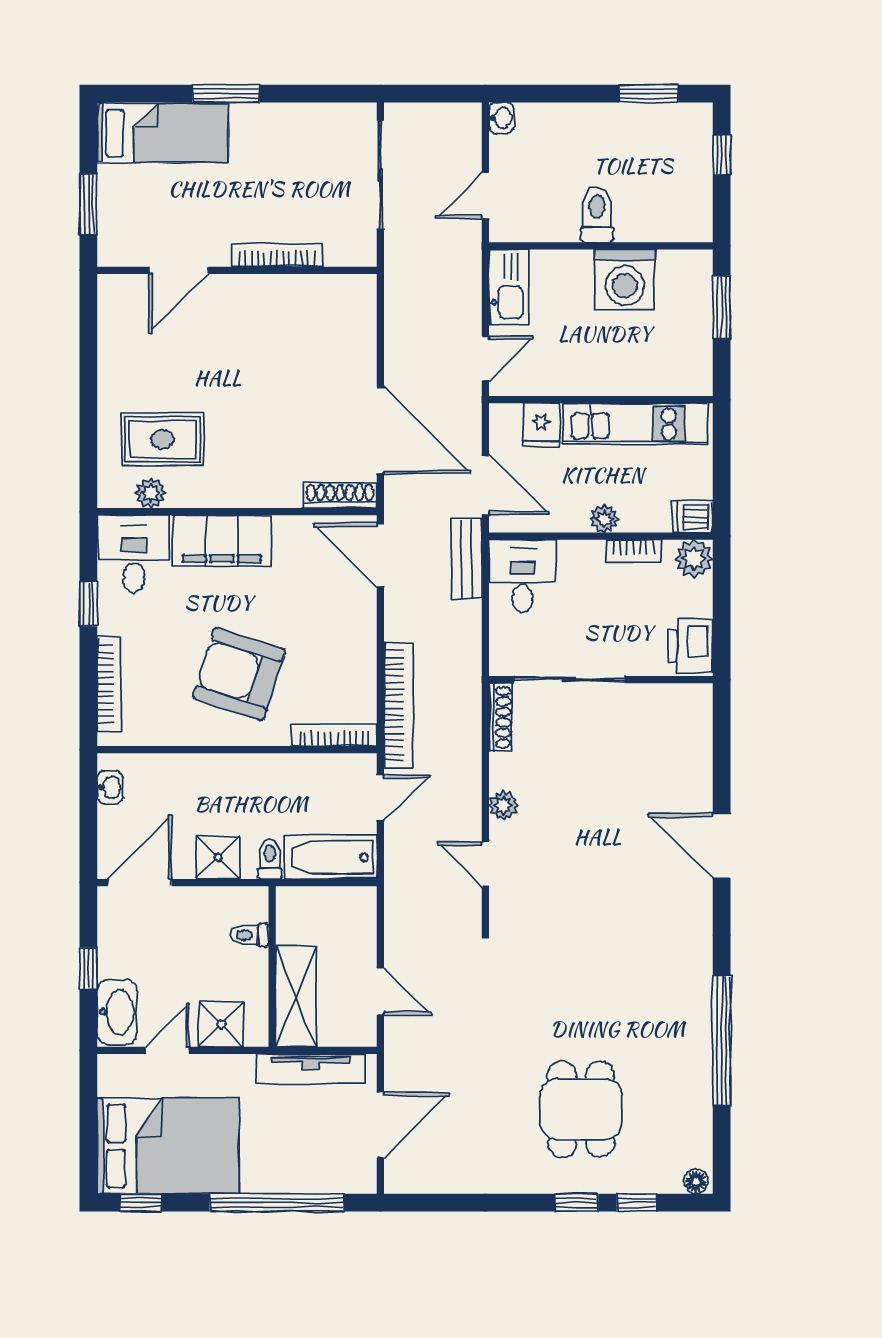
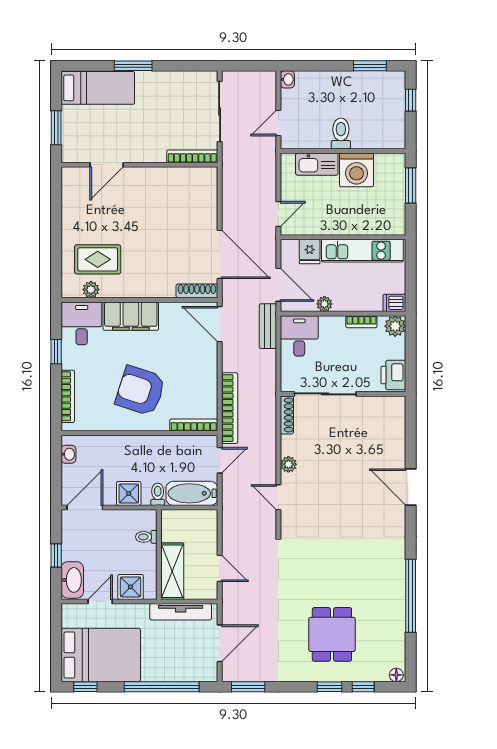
bookcase: (277, 255) -> (192, 156), moved
kitchen sink: (509, 287) -> (317, 164), moved, turned 90
plant: (604, 519) -> (324, 304), moved
window: (431, 1203) -> (248, 687), added

